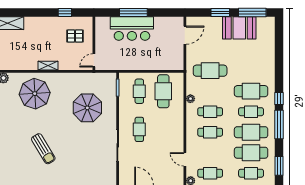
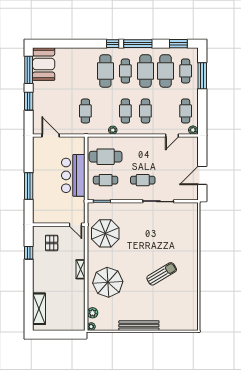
booth: (239, 28) -> (44, 64), moved
bar counter: (132, 29) -> (73, 175), moved, turned 180
cafe table: (210, 71) -> (85, 111), width x0.73, depth x0.74
parasol: (87, 108) -> (105, 233), moved

